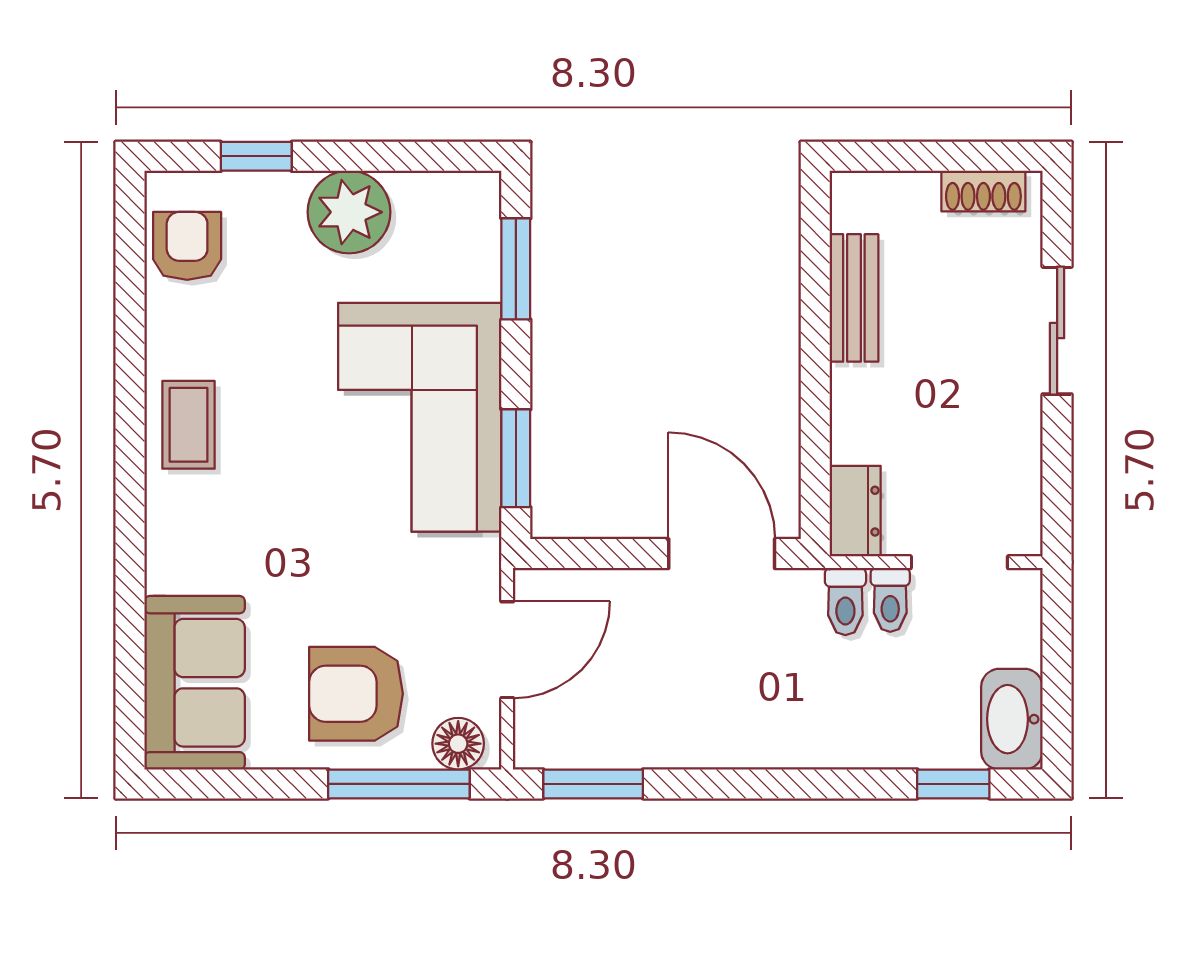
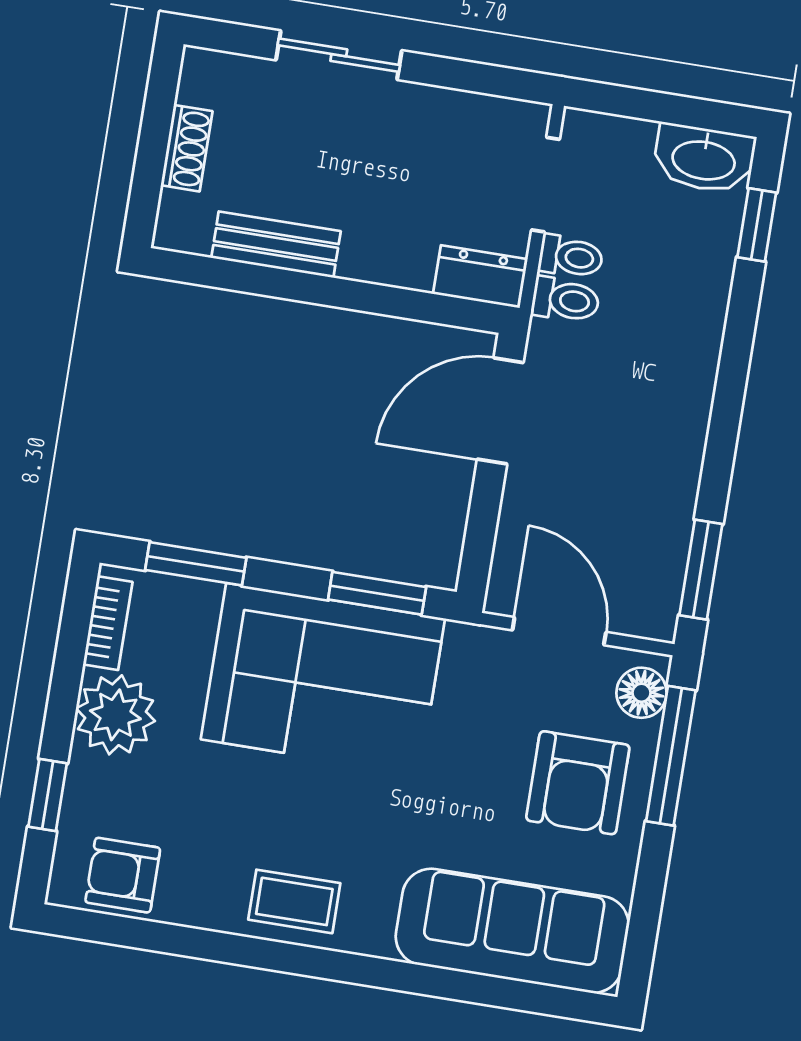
bookcase: (441, 189) -> (108, 623), added
shoe rack: (983, 191) -> (187, 148), moved
sofa: (195, 683) -> (512, 931), width x1.36

